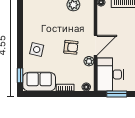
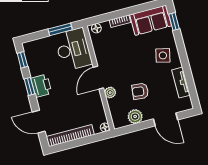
tv unit: (28, 23) -> (181, 83), added
armchair: (71, 47) -> (140, 91), moved
plant: (89, 61) -> (110, 93), moved

